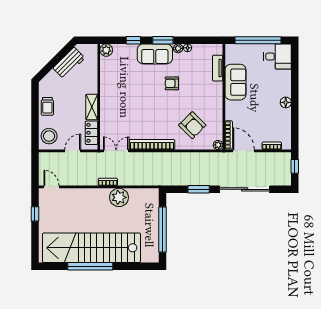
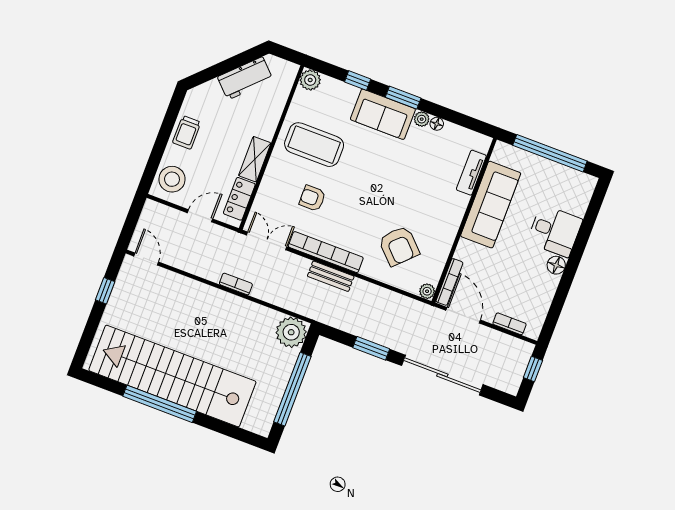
desk: (277, 57) -> (555, 231), moved
sofa: (236, 82) -> (491, 205), width x1.36
armchair: (172, 83) -> (312, 198), moved
coffee table: (122, 86) -> (314, 145), added
bench: (160, 157) -> (331, 276), added
plant: (119, 197) -> (291, 332), moved

